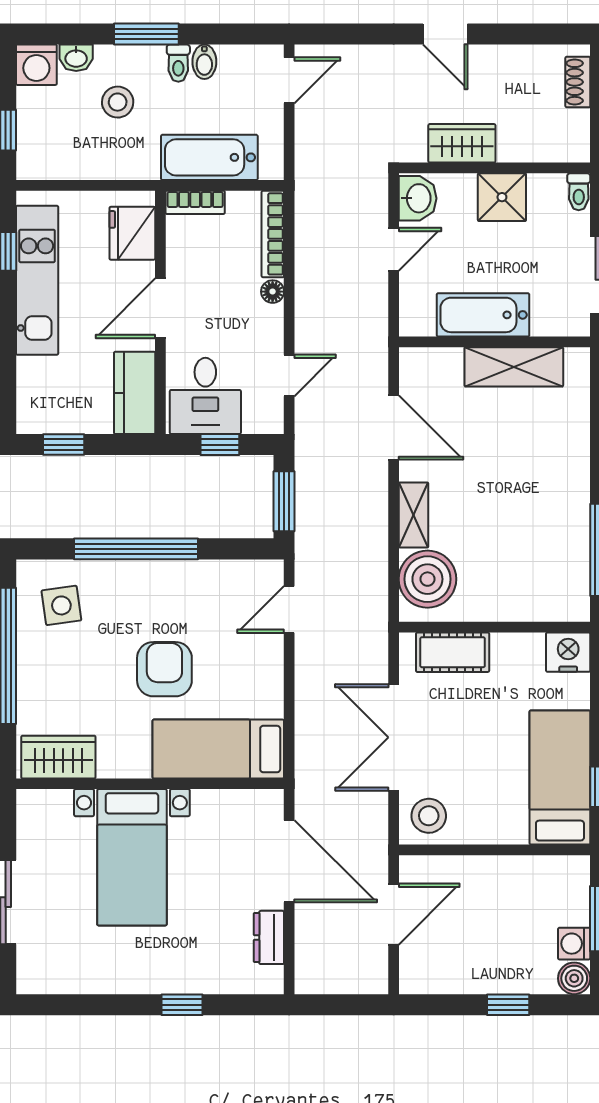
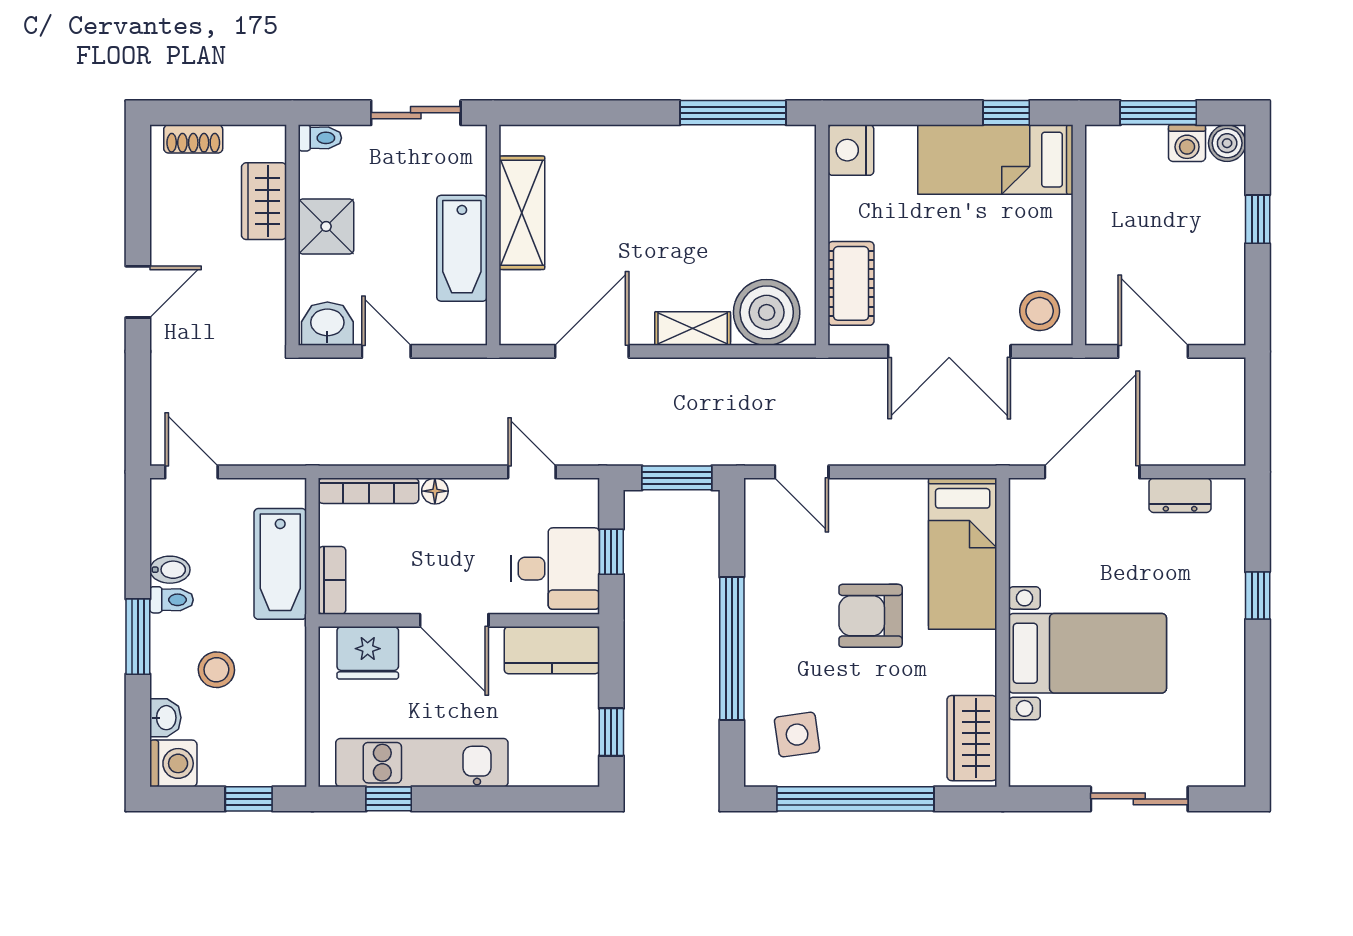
wardrobe: (462, 143) -> (264, 201), moved

